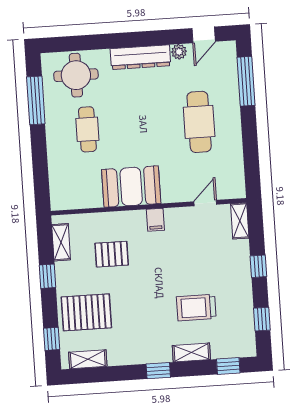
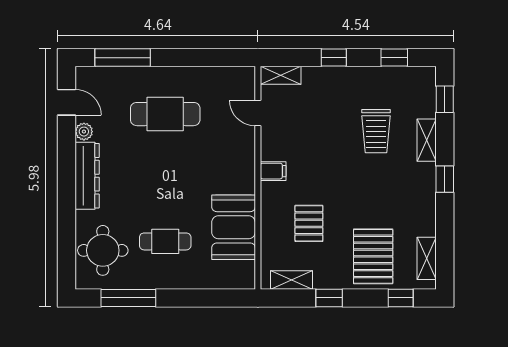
booth: (131, 187) -> (234, 227), moved

